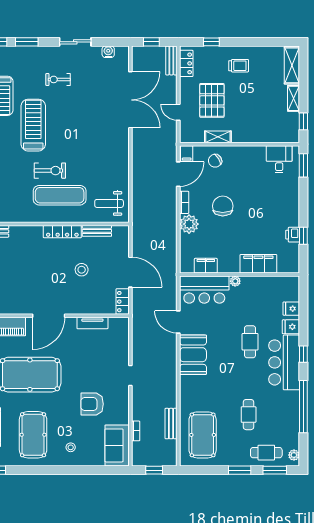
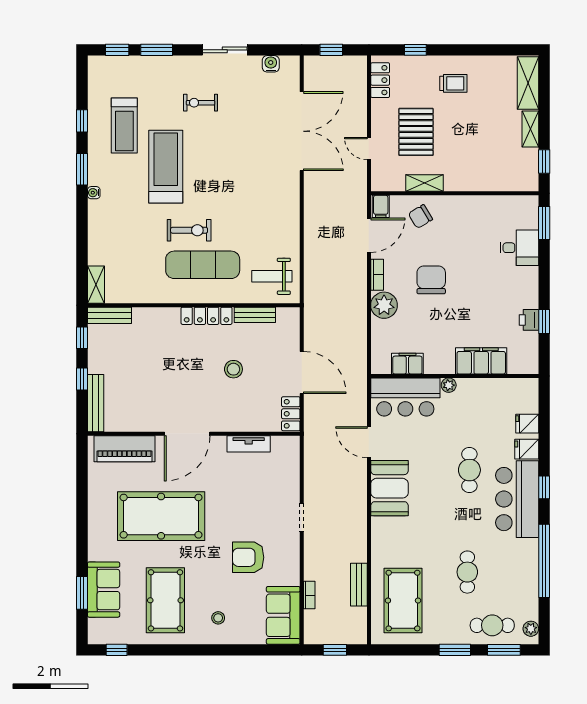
bench: (171, 60) -> (359, 76), removed
desk: (279, 159) -> (519, 248), moved, turned 90

